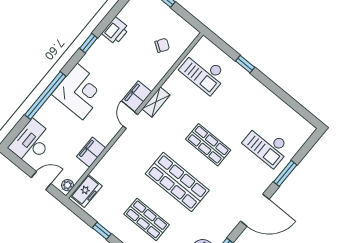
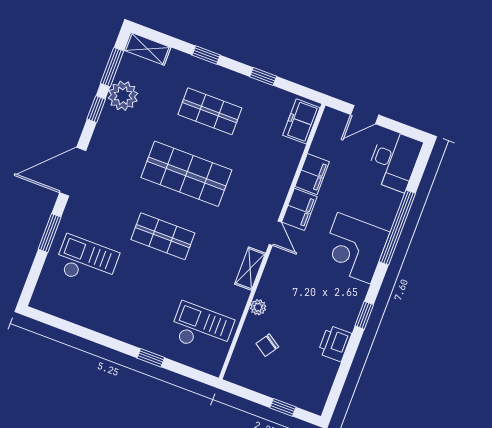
filing cabinet: (137, 96) -> (299, 209), moved
plant: (68, 185) -> (258, 307), moved

